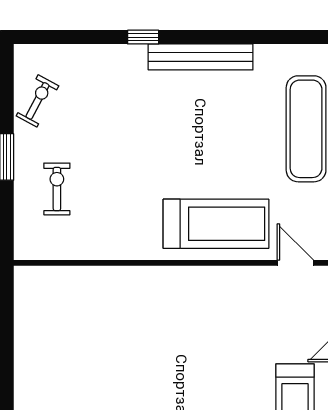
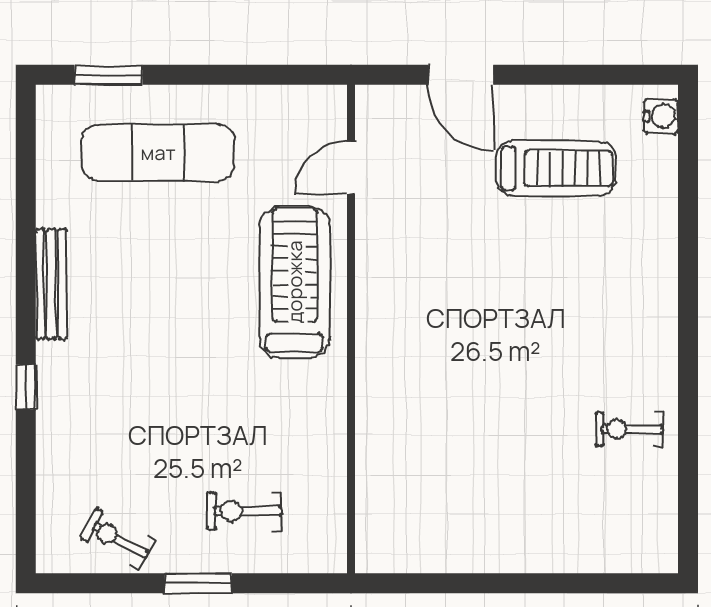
bench: (201, 57) -> (51, 284), width x0.73, depth x0.82

